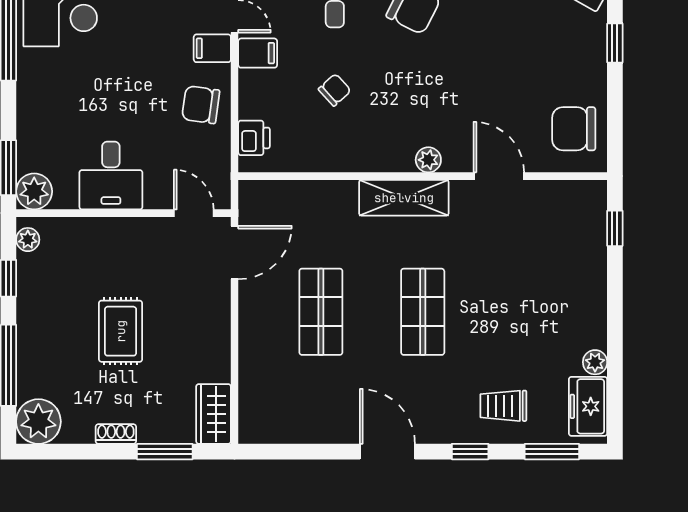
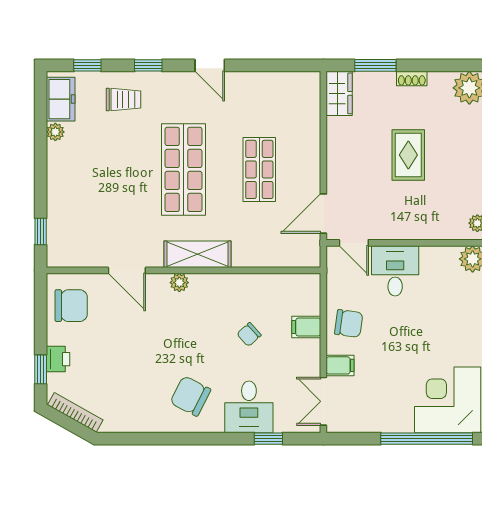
filing cabinet: (258, 53) -> (306, 327), moved
printer: (254, 138) -> (58, 359), moved, turned 180
desk: (111, 175) -> (395, 271), moved
shop shelf: (423, 312) -> (184, 169), width x1.43, depth x1.36
door: (387, 452) -> (210, 65), width x0.73
window: (552, 452) -> (87, 65), width x0.67

